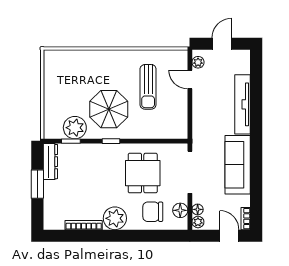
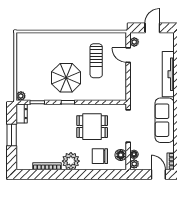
plant: (75, 128) -> (21, 96), moved, width x0.53, depth x0.53
dresser: (50, 162) -> (22, 114), width x0.70
dining table: (143, 173) -> (92, 127), turned 90

